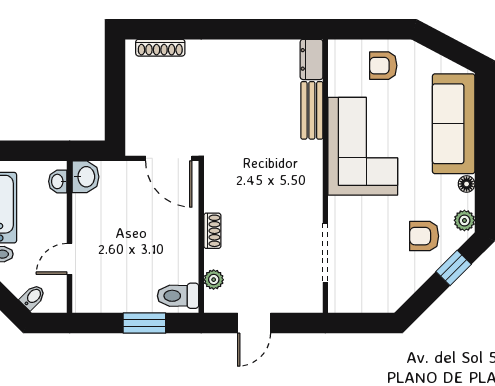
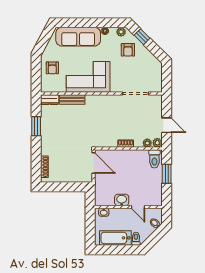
window: (252, 29) -> (36, 126), added
door: (169, 158) -> (93, 163), hinge flipped
washbasin: (85, 177) -> (122, 200), moved
plant: (214, 302) -> (157, 143), added

